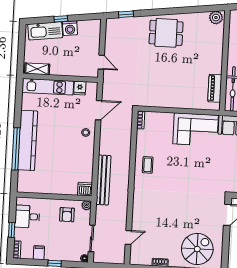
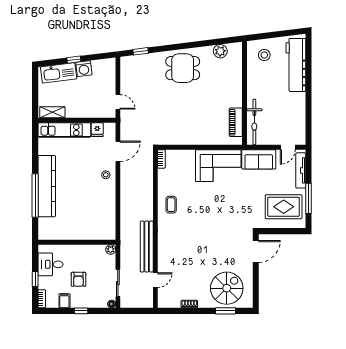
plant: (216, 18) -> (220, 51), moved
bench: (103, 180) -> (147, 247), moved
dishwasher: (85, 189) -> (108, 233), removed
armchair: (67, 215) -> (78, 279), moved

